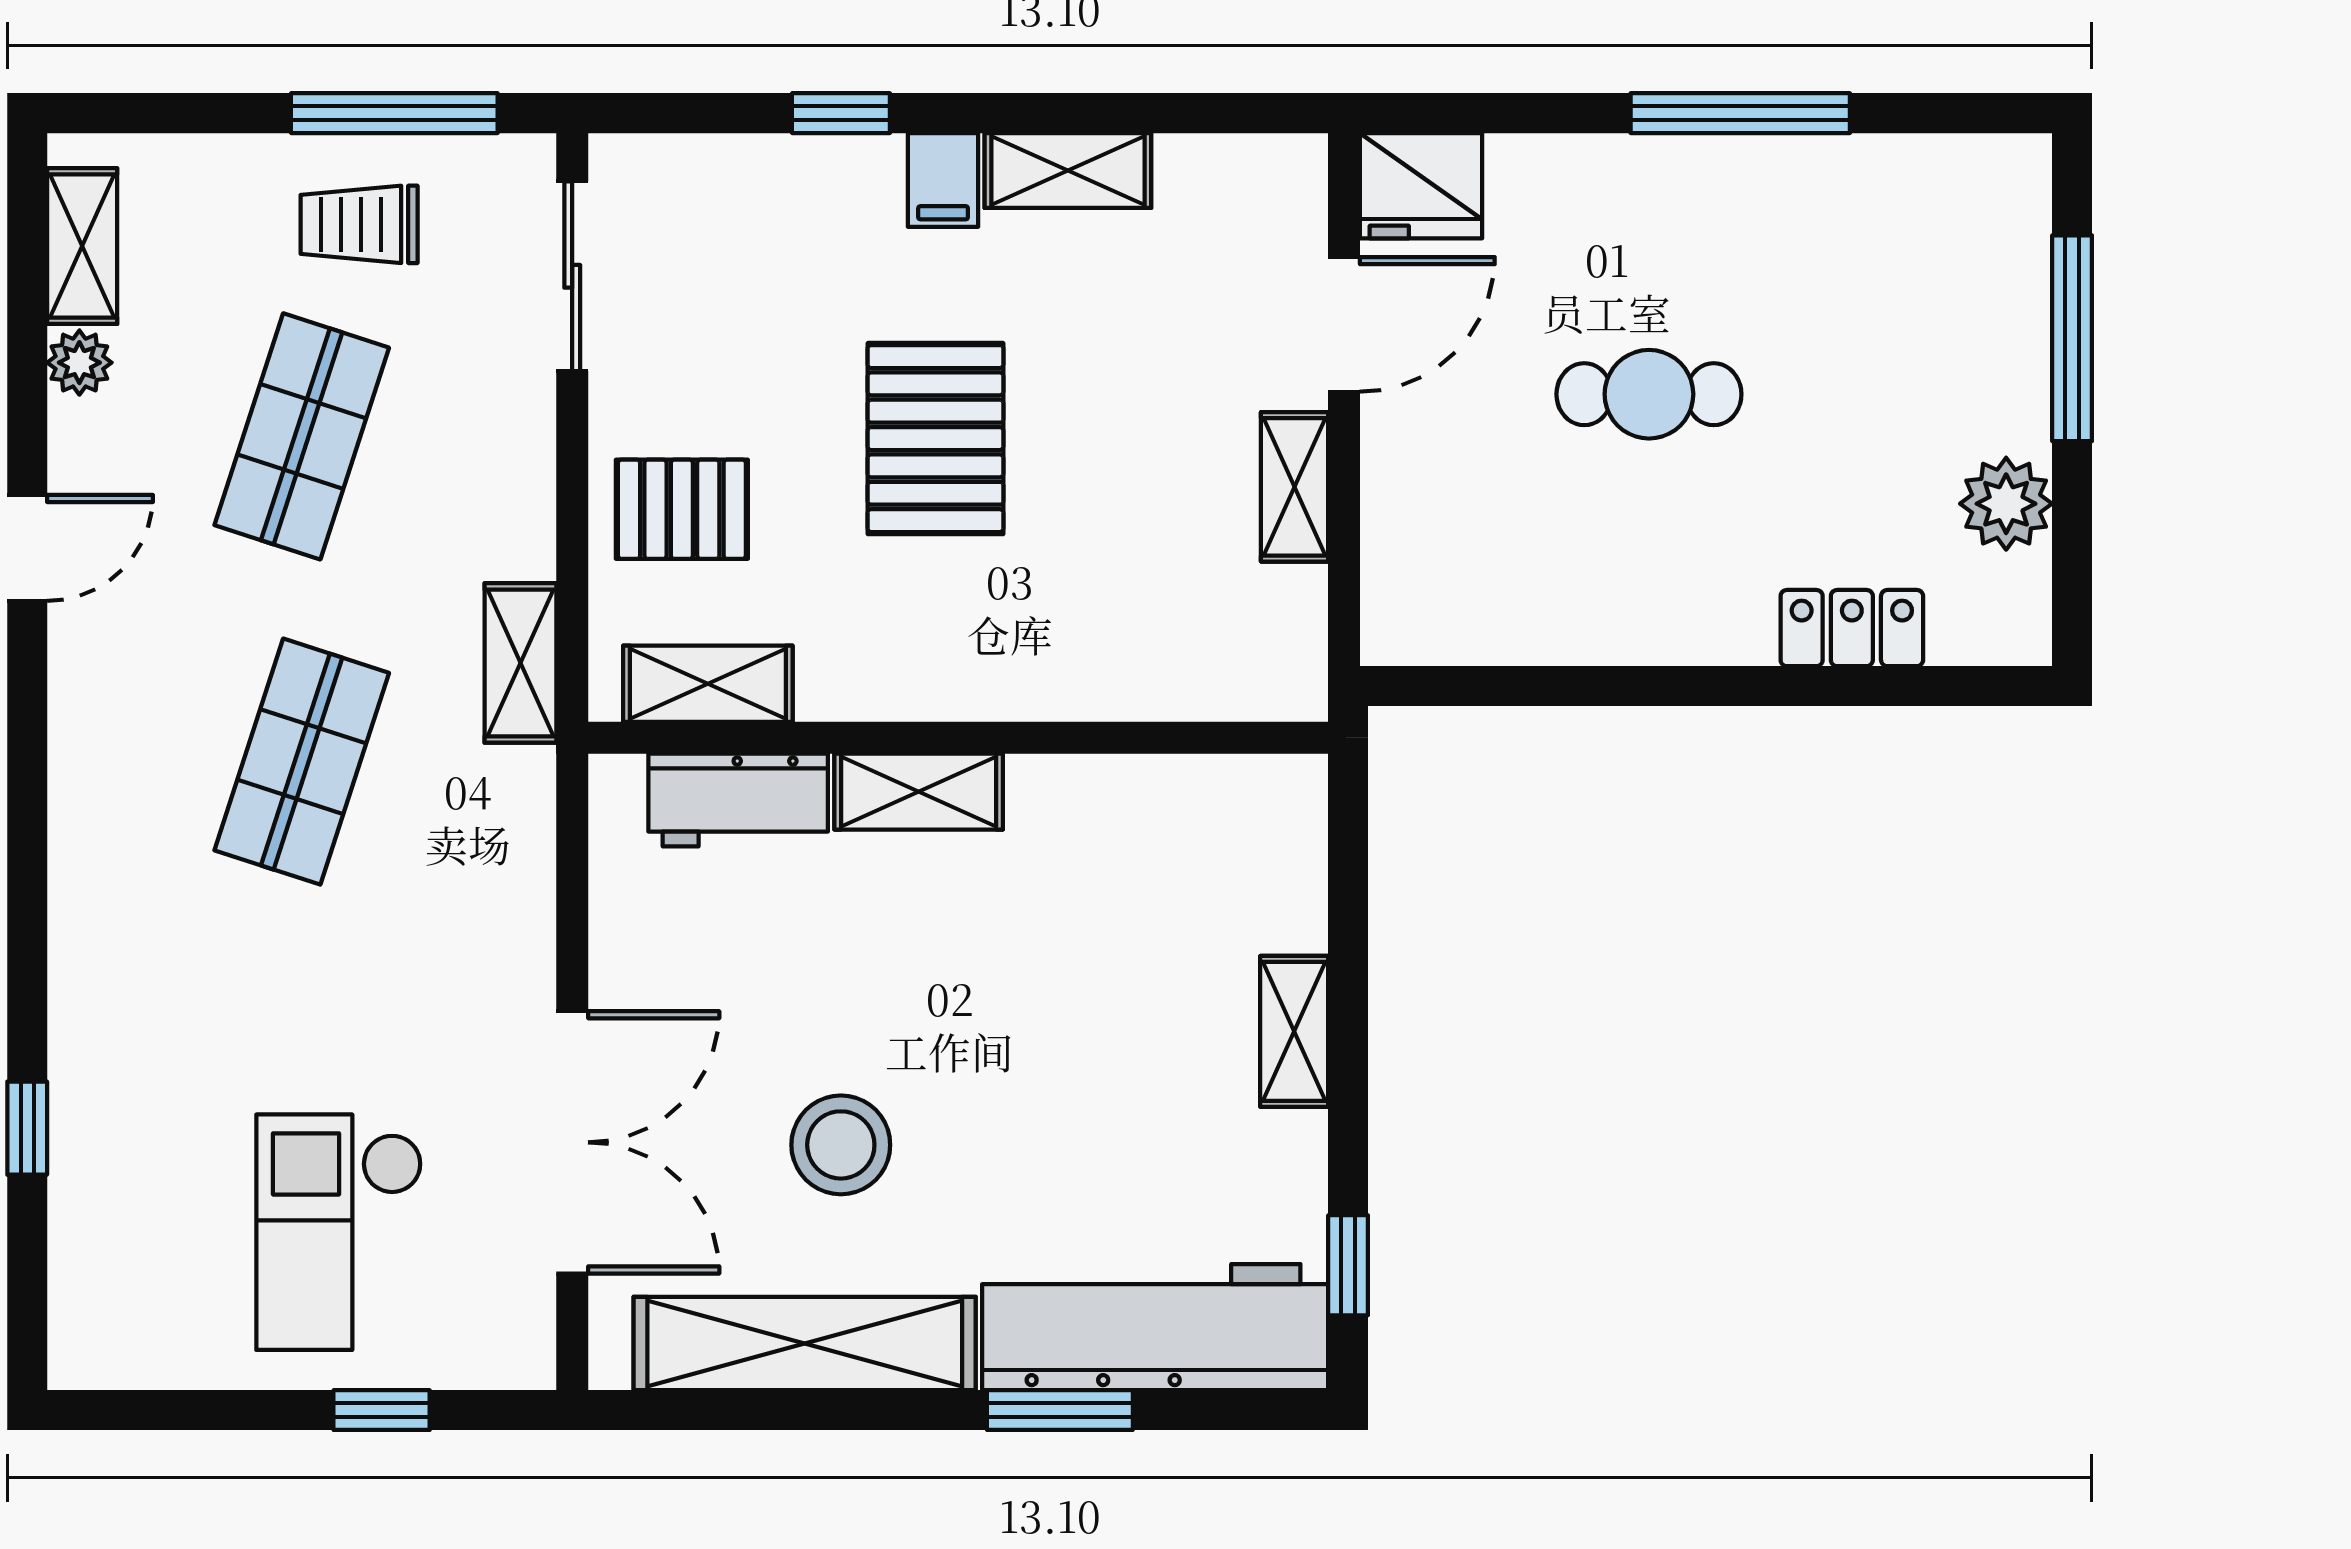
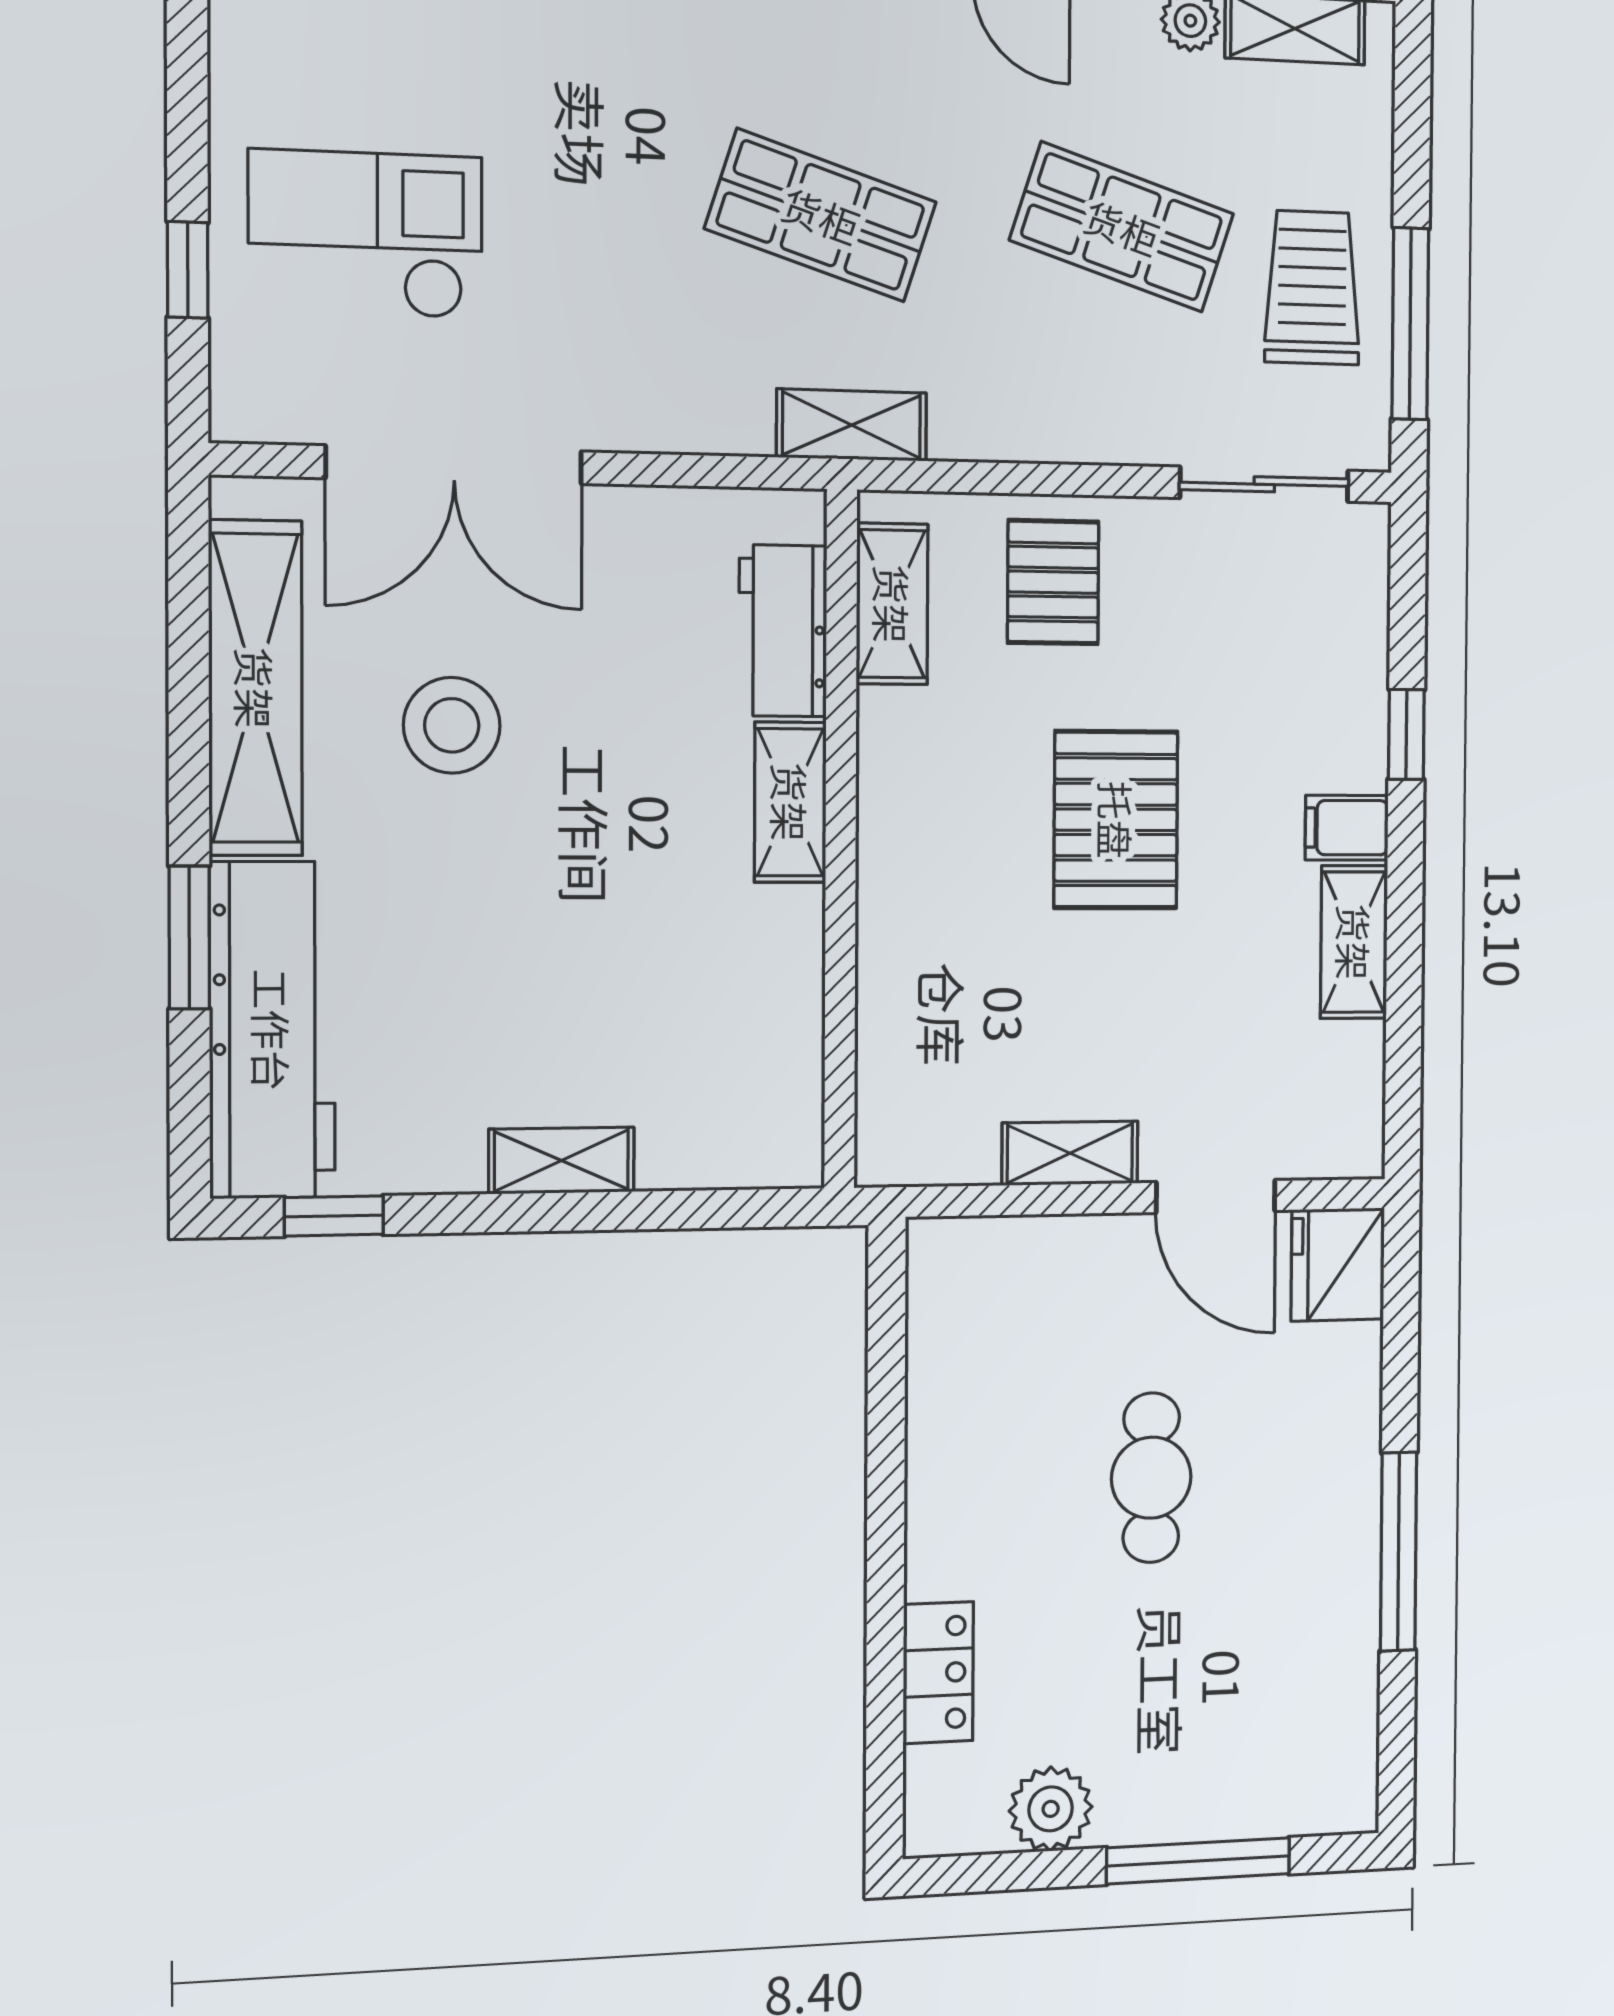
trolley: (359, 224) -> (1312, 288), width x1.36, depth x1.39
pallet: (935, 439) -> (1116, 820), turned 90
shelving: (520, 663) -> (852, 425), moved

